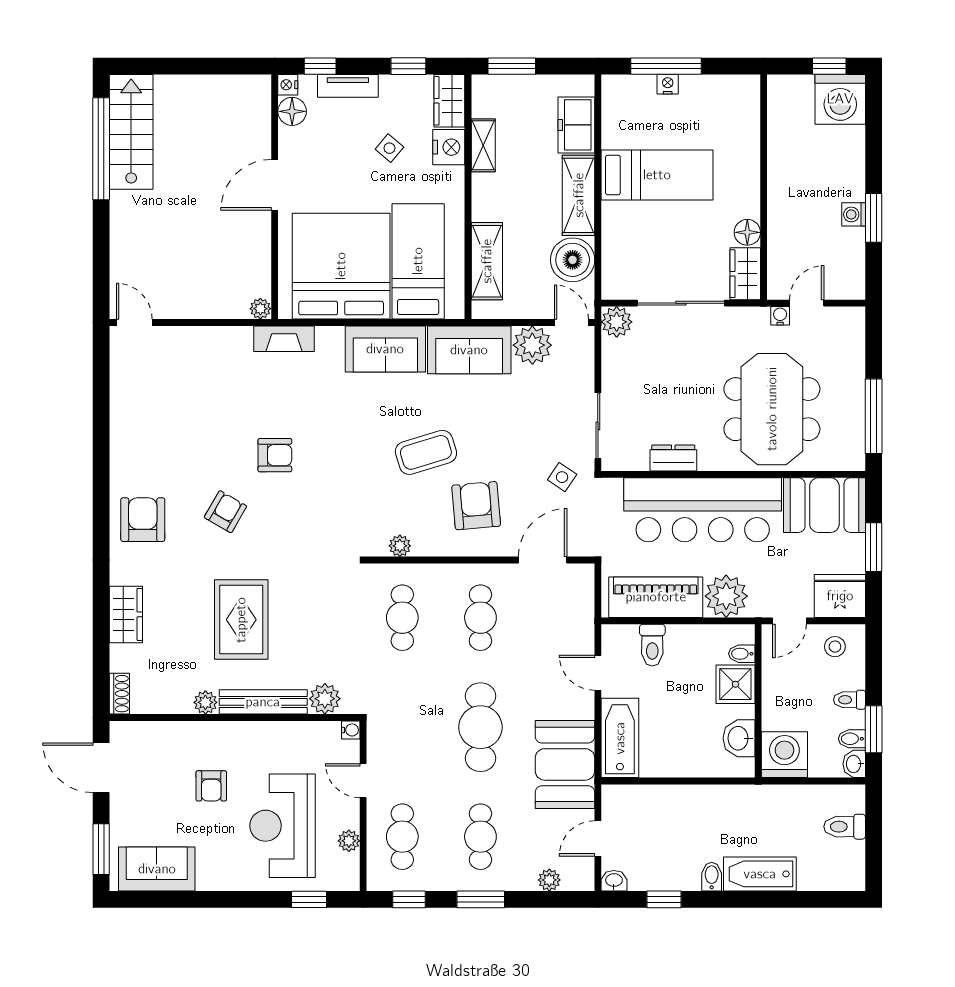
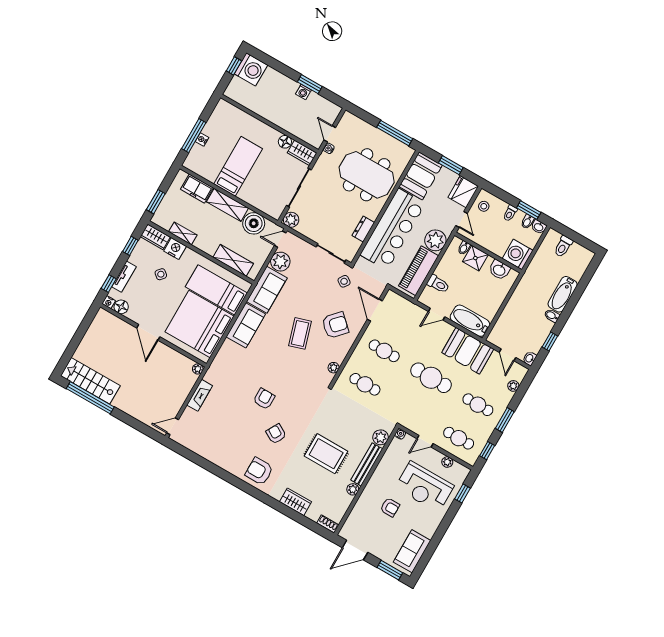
fireplace: (284, 339) -> (200, 395), moved
armchair: (476, 506) -> (335, 325), turned 138

